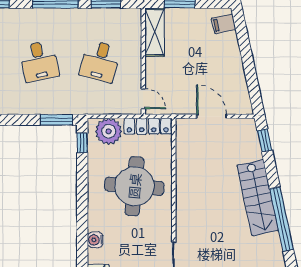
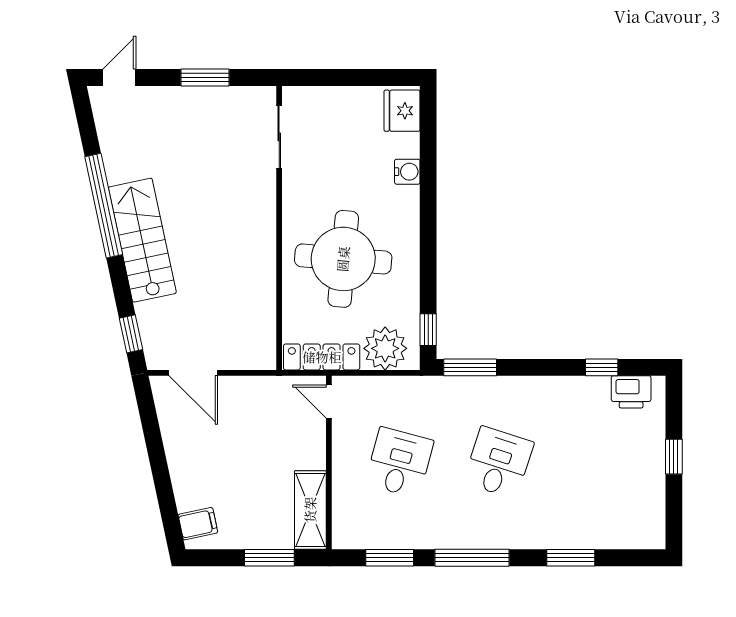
desk: (39, 61) -> (499, 463), turned 30
door: (211, 116) -> (193, 373), moved

